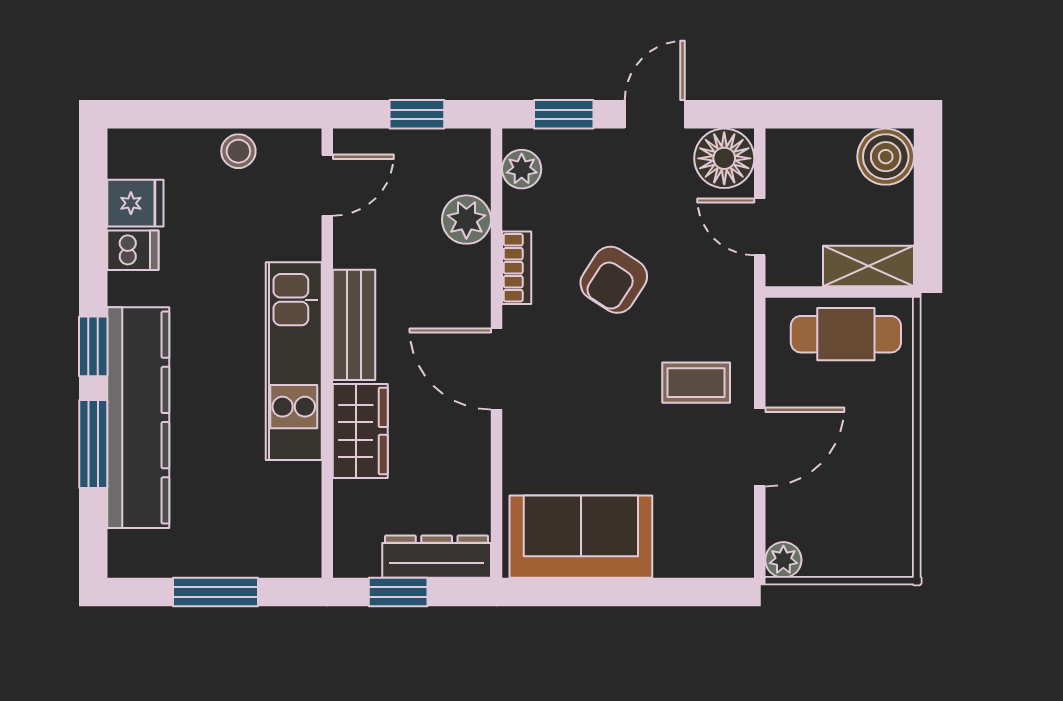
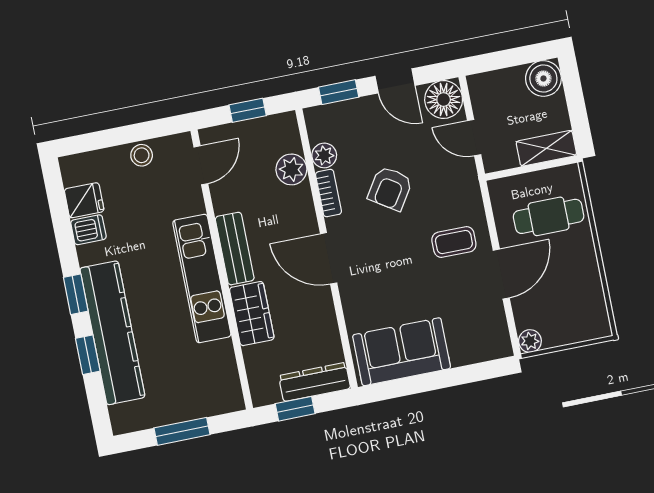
door: (655, 114) -> (395, 81), swing flipped
plant: (522, 169) -> (324, 155), moved
cafe table: (846, 334) -> (549, 216), moved
window: (93, 444) -> (88, 355), width x0.67

